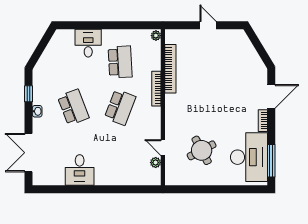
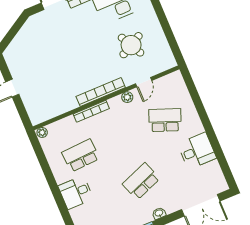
bookcase: (170, 69) -> (101, 92), moved
school desk: (120, 107) -> (165, 120), moved
plant: (156, 163) -> (127, 97), moved

